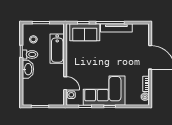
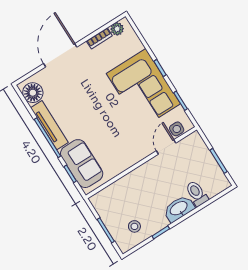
floor lamp: (139, 30) -> (33, 93), added
bathtub: (57, 49) -> (127, 187), removed
toilet: (30, 54) -> (197, 193), moved

